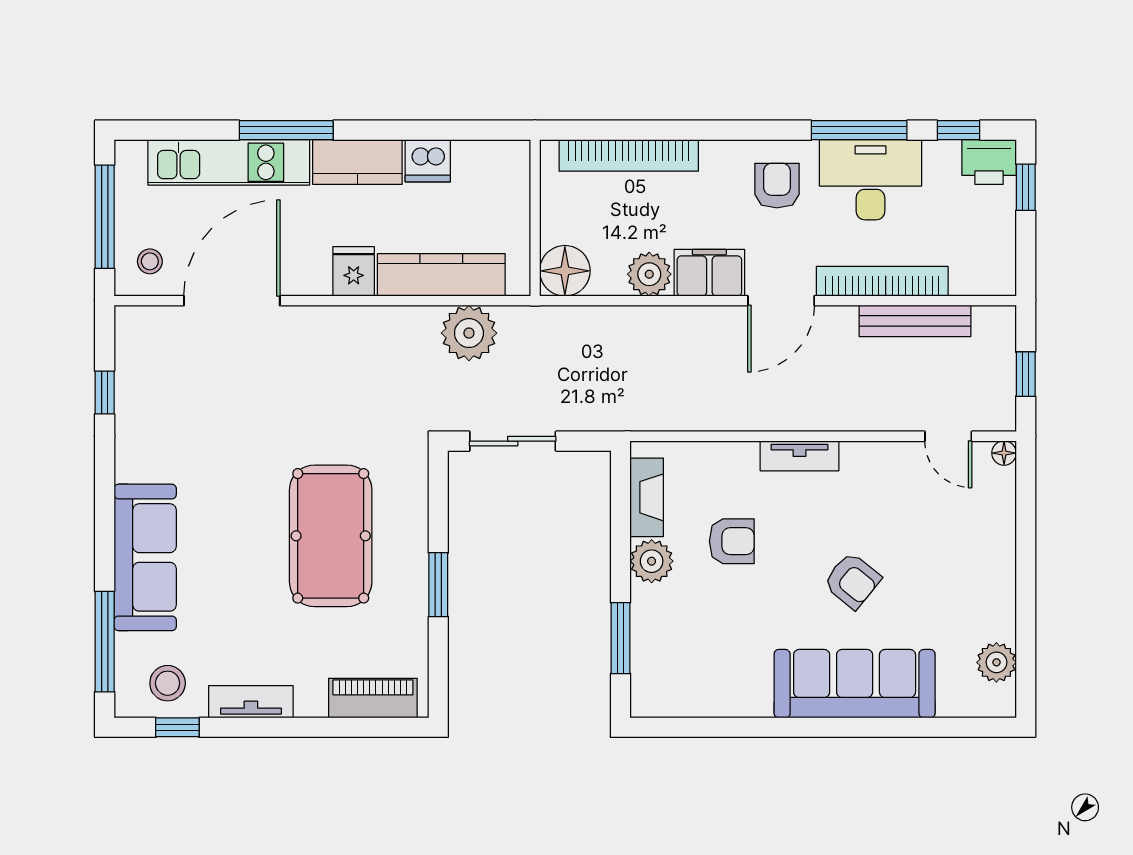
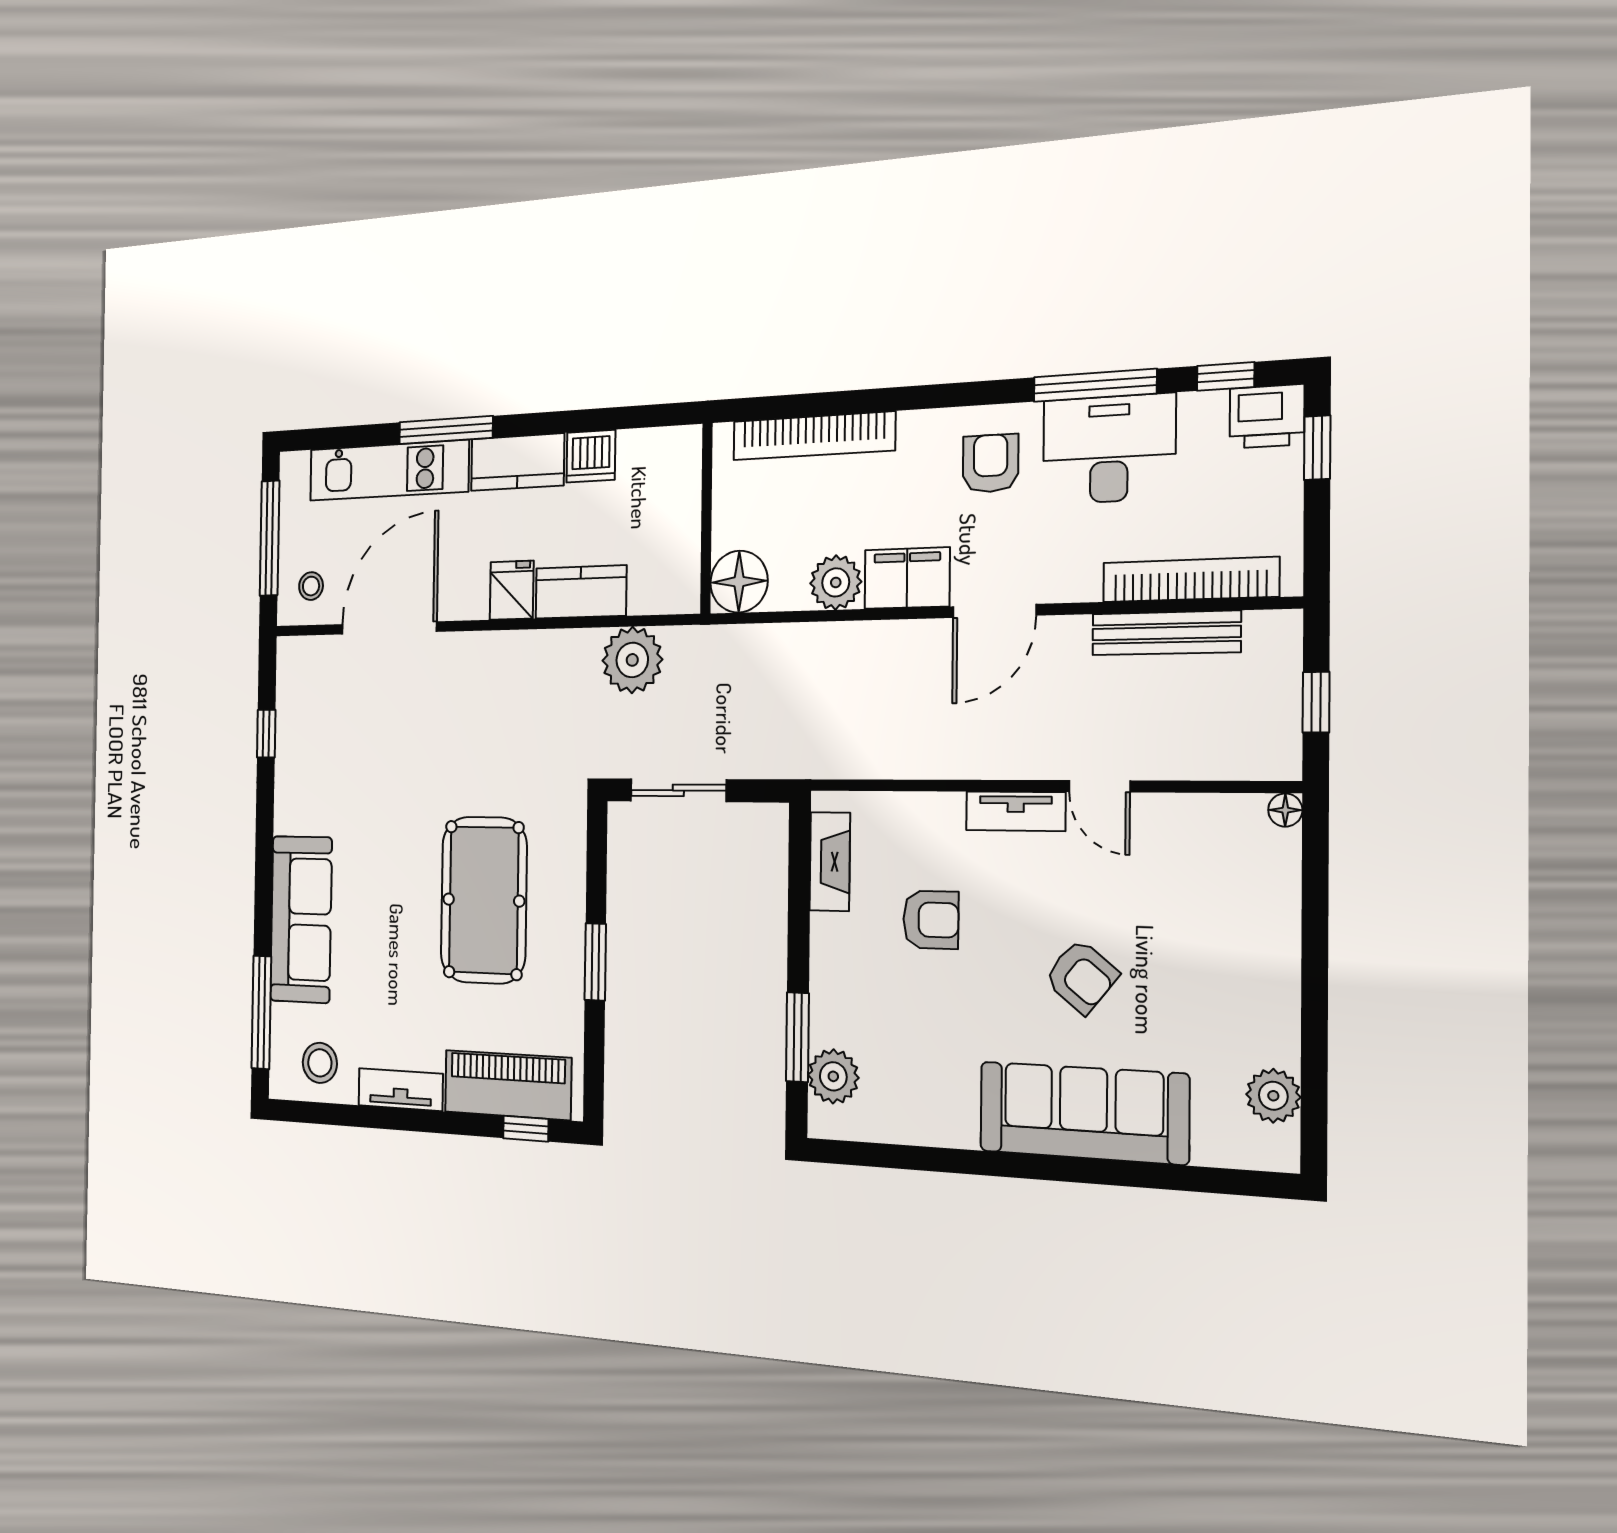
kitchen counter: (441, 275) -> (581, 592), width x0.67
bookcase: (882, 281) -> (1190, 580), moved
door: (948, 436) -> (1099, 786), moved
plant: (652, 561) -> (833, 1076), moved
piano: (373, 698) -> (508, 1085), width x1.37, depth x1.33
window: (177, 727) -> (526, 1129), moved

